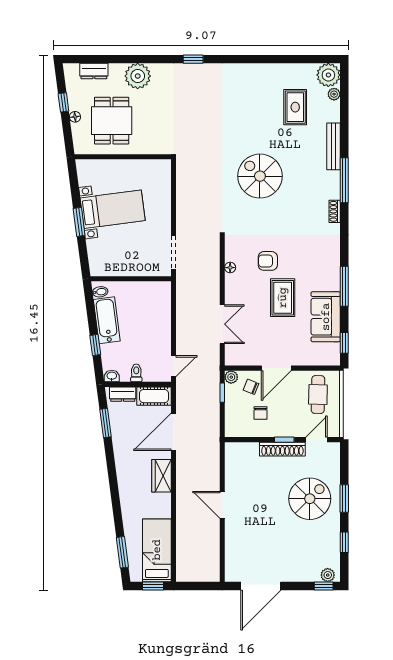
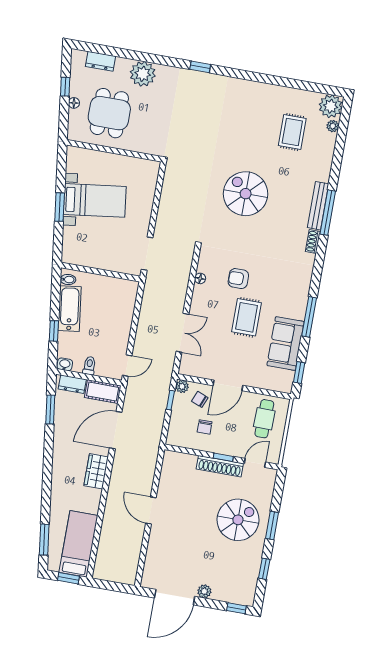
bench: (334, 146) -> (318, 206), moved
plant: (328, 575) -> (204, 591), moved

